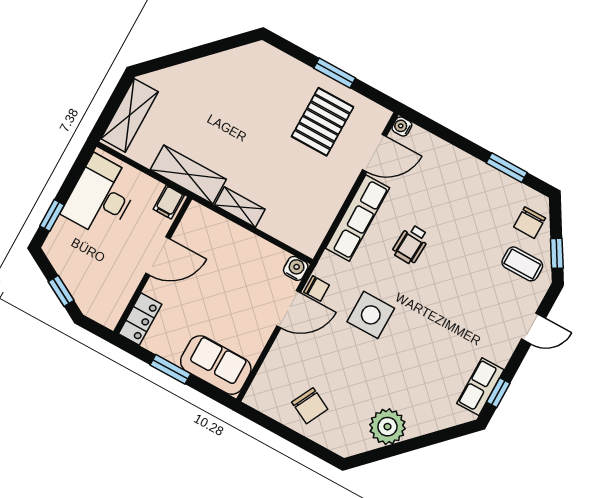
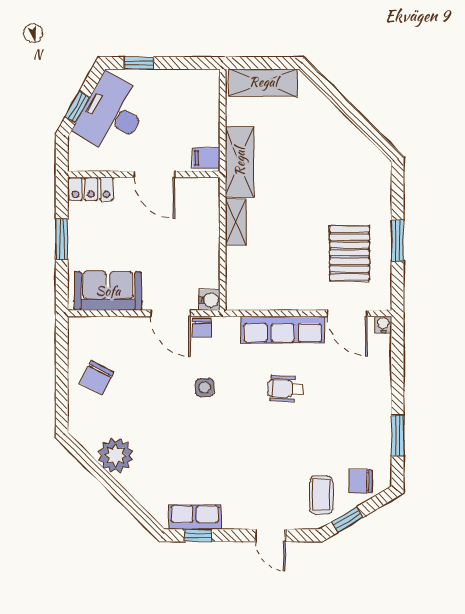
pallet: (322, 122) -> (350, 253), turned 90
desk: (101, 196) -> (112, 114), moved, turned -61
side table: (371, 315) -> (205, 387), width x0.54, depth x0.54
sofa: (216, 365) -> (108, 291), moved, turned -90

